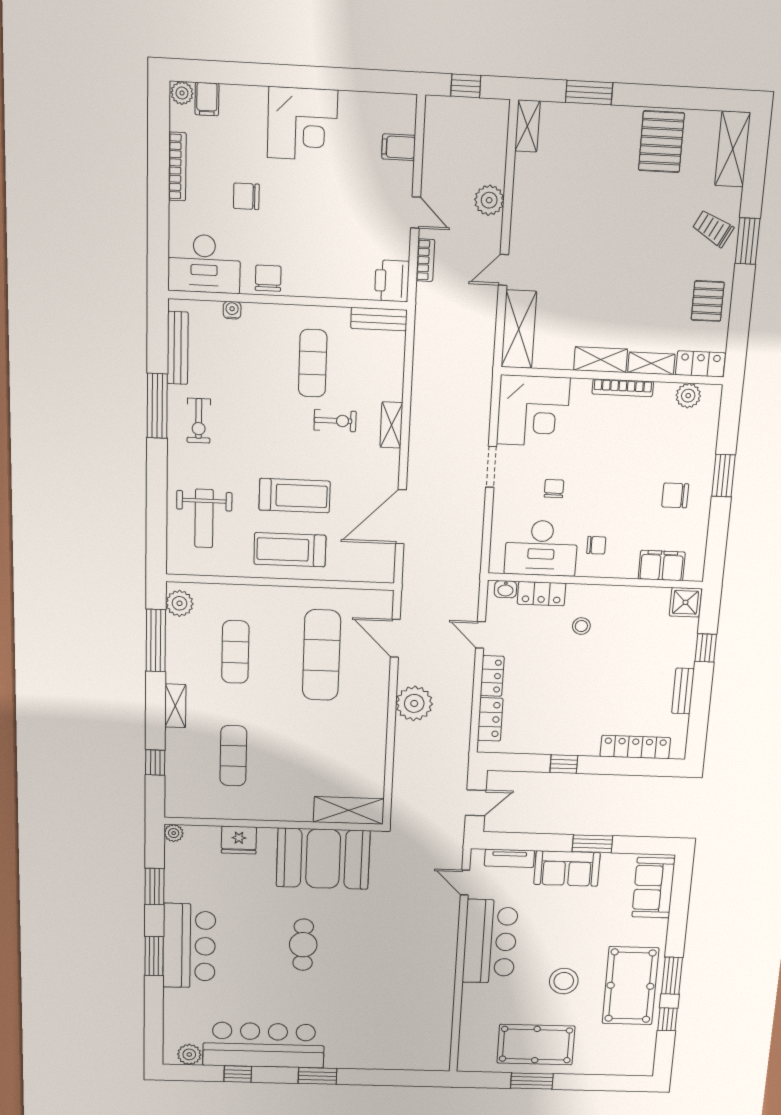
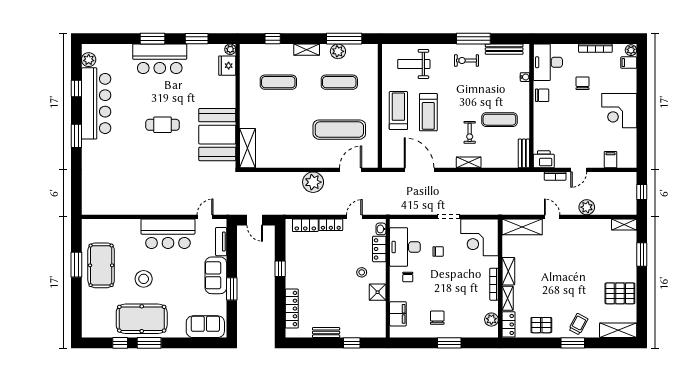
shower: (685, 602) -> (378, 292), moved
plant: (180, 603) -> (338, 51), moved
fridge: (239, 840) -> (227, 66), moved

